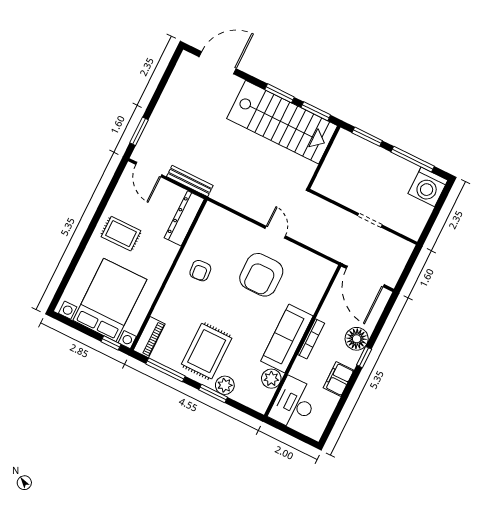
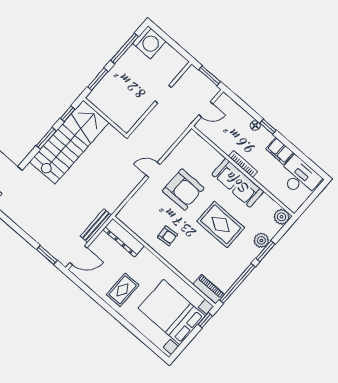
window: (316, 111) -> (68, 114), width x0.67
window: (407, 270) -> (210, 76), added
door: (365, 277) -> (206, 109), width x0.53
floor lamp: (357, 339) -> (255, 125), width x0.53, depth x0.53
rug: (207, 351) -> (221, 224), moved
window: (165, 370) -> (237, 283), width x1.46
plant: (271, 379) -> (282, 217), moved
desk: (294, 404) -> (299, 177), moved, turned 180

